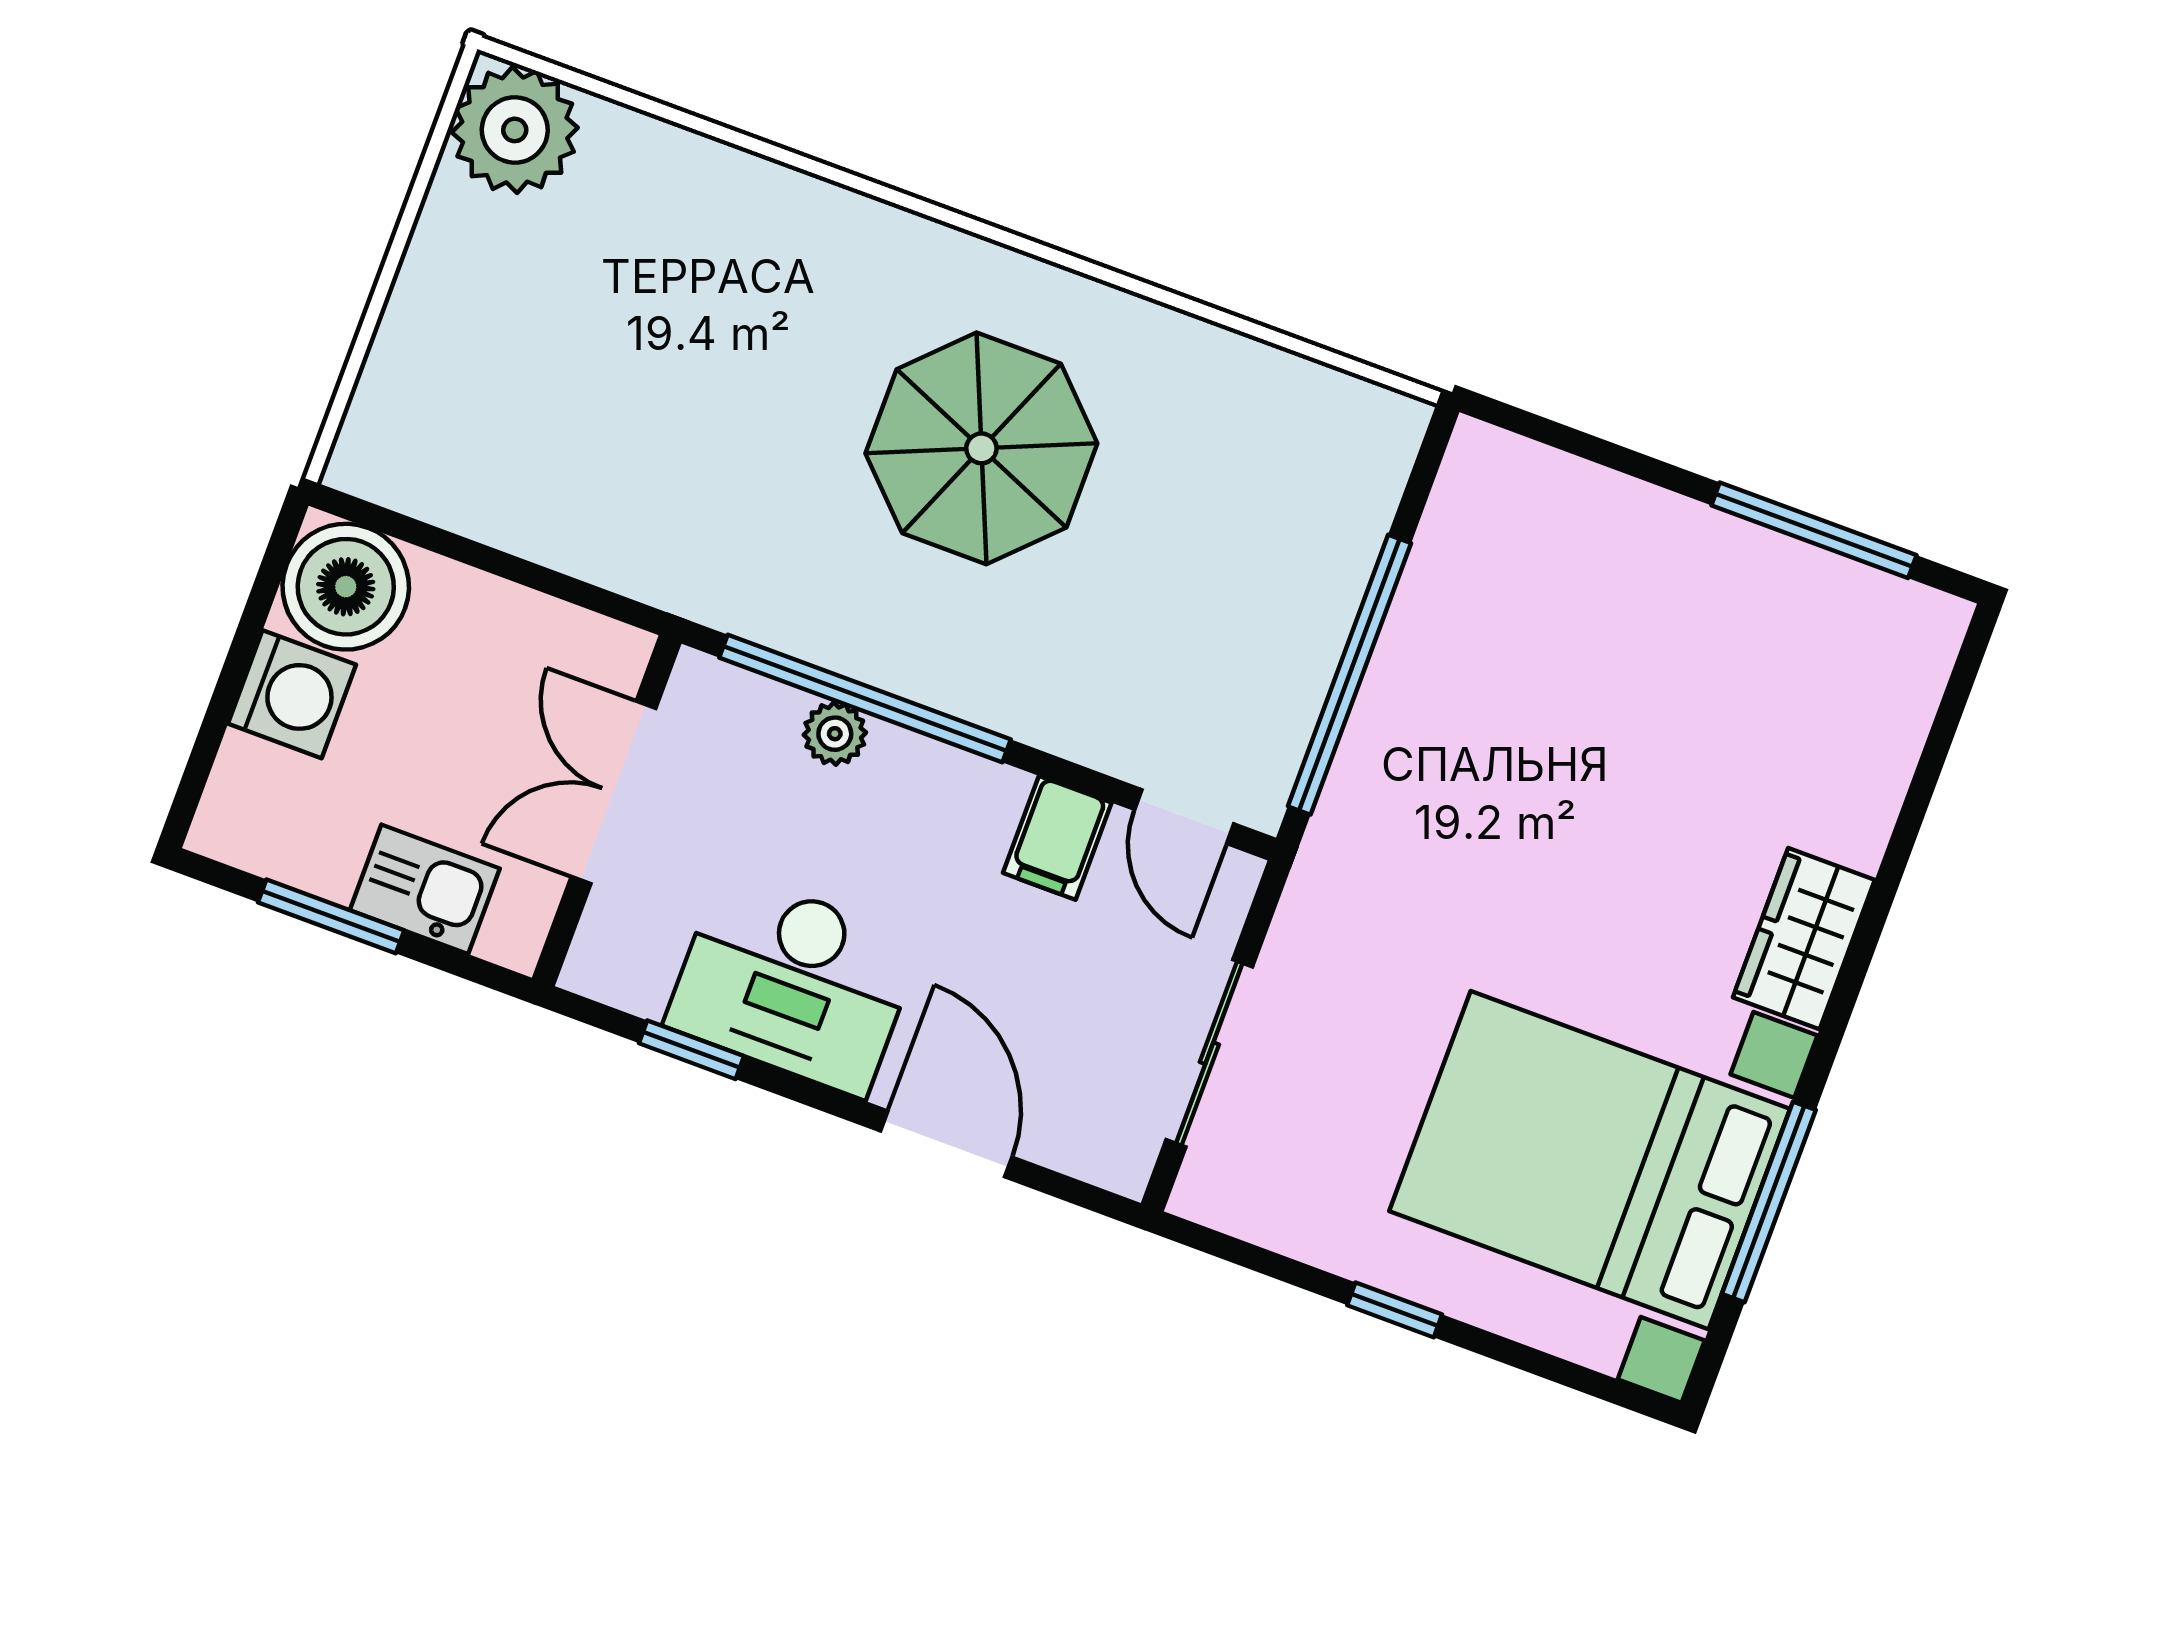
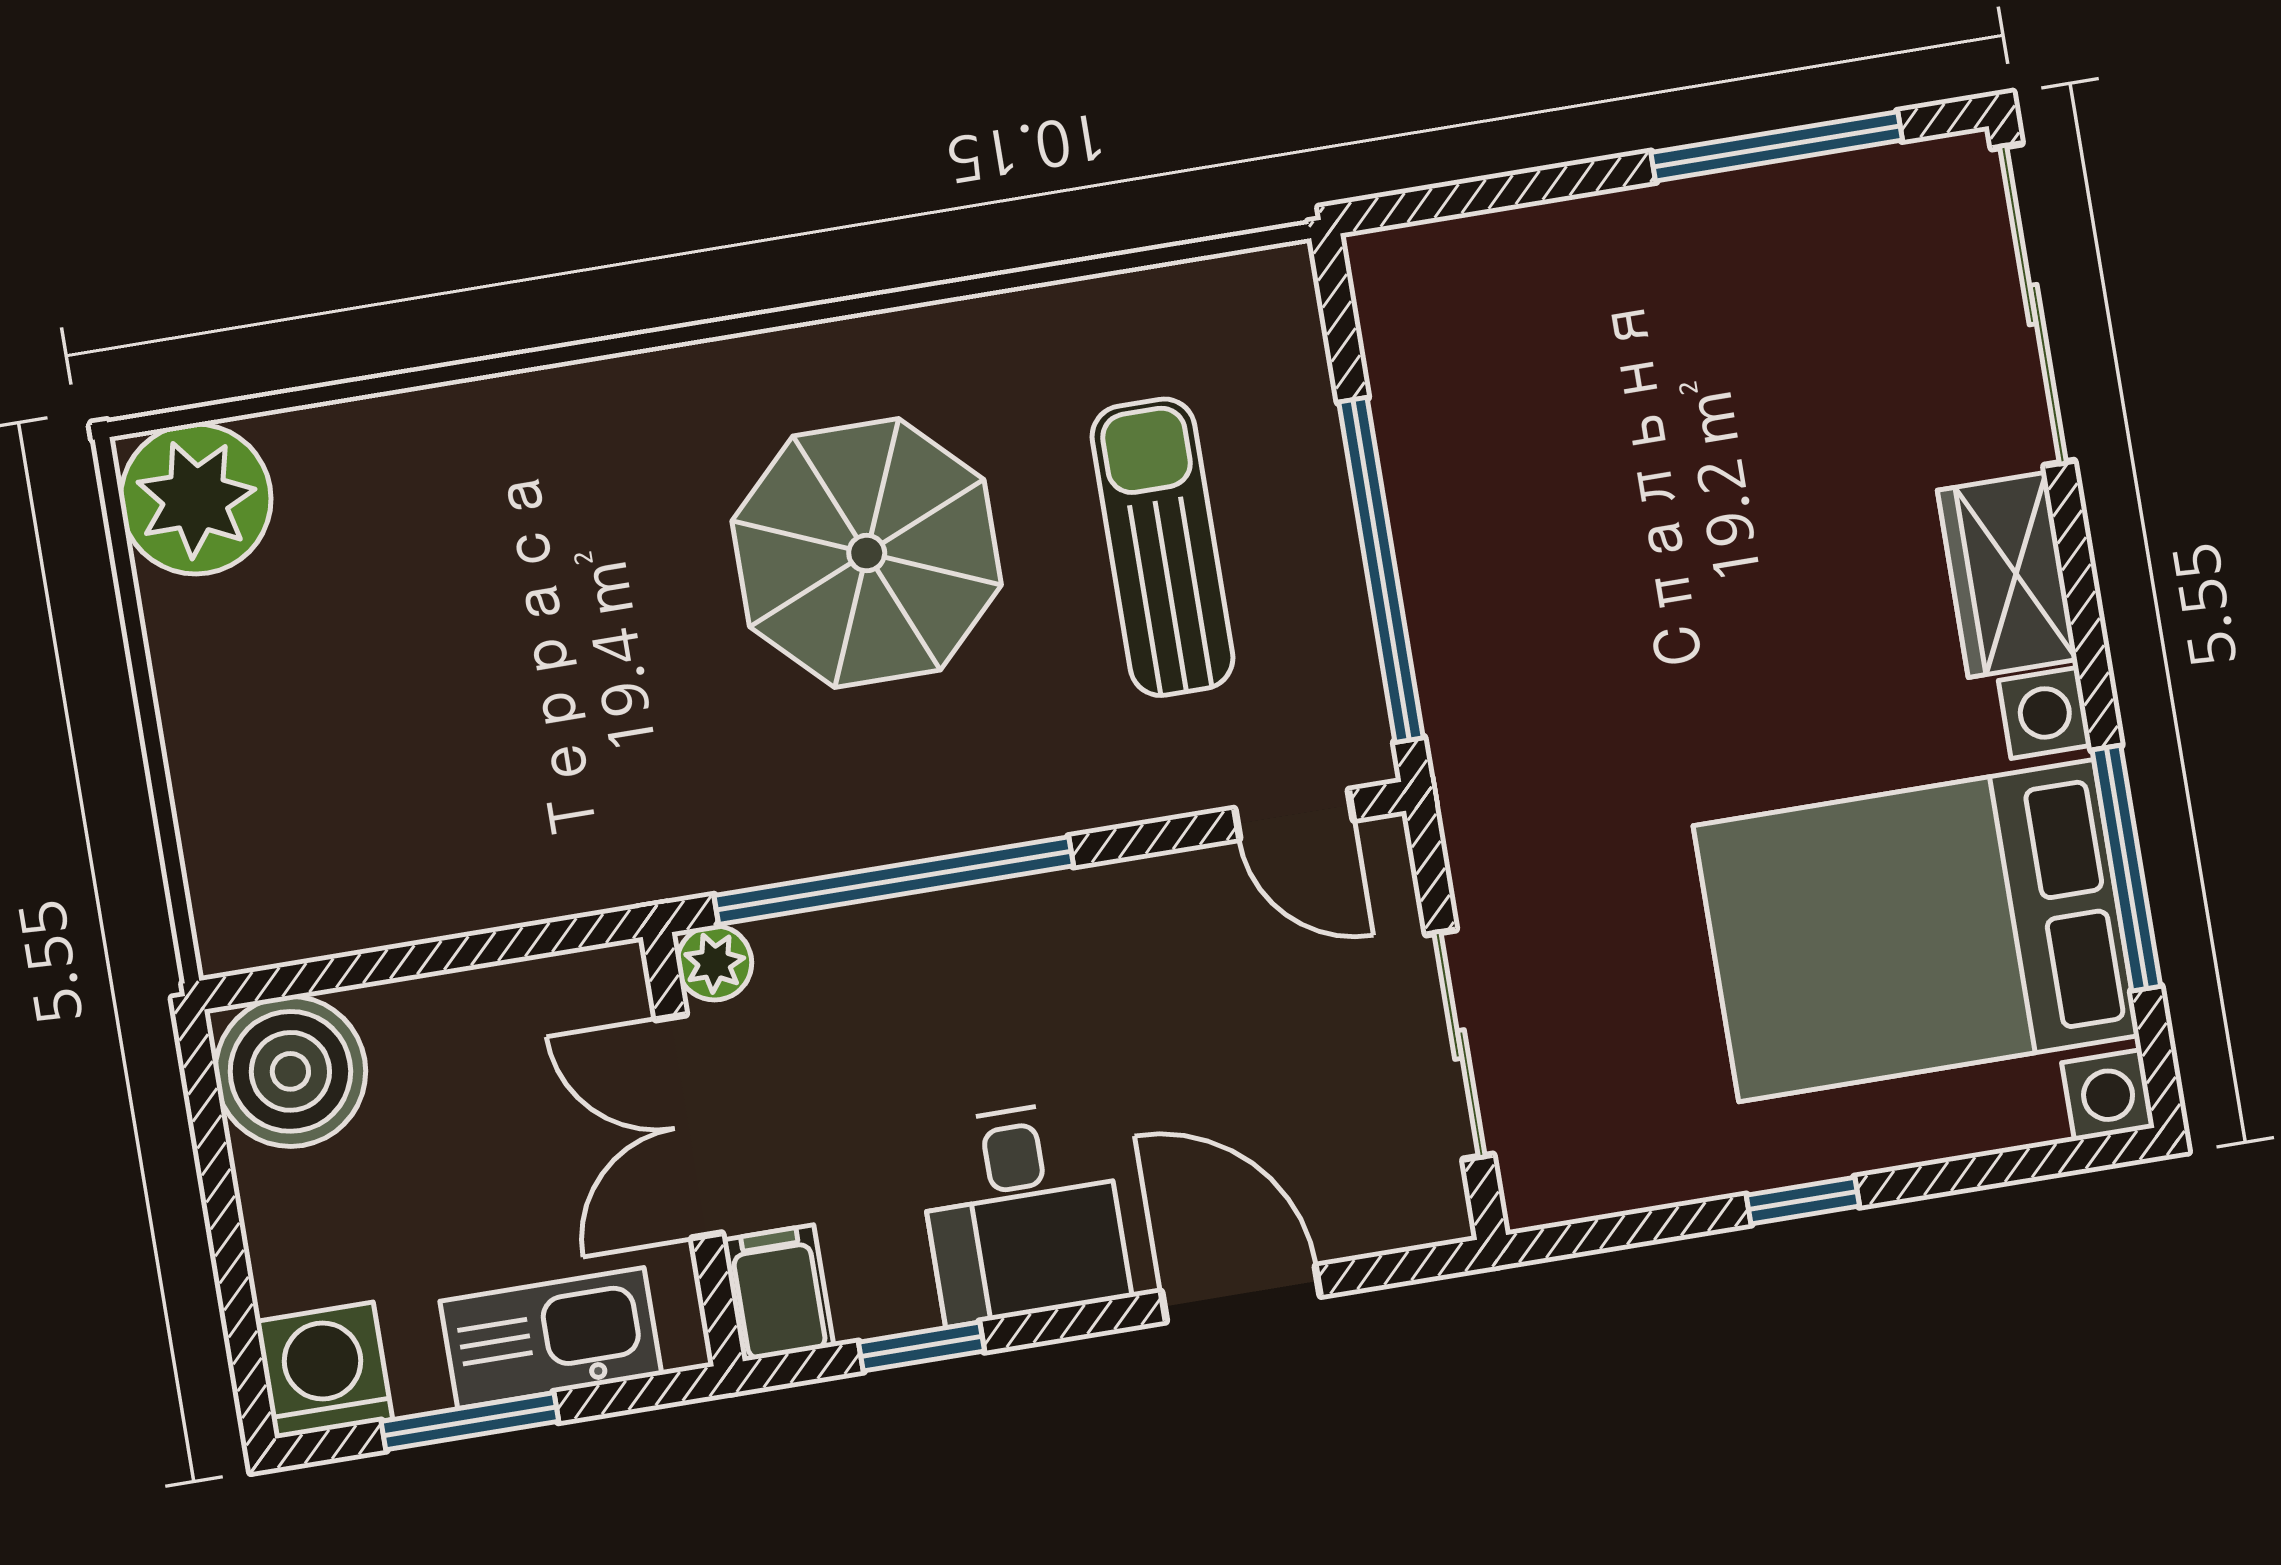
sun lounger: (1200, 567) -> (1163, 547), added
washing machine: (292, 694) -> (324, 1370), moved, turned -90
plant: (835, 734) -> (714, 963), moved
sliding door: (1935, 752) -> (2033, 305), added
filing cabinet: (1057, 838) -> (778, 1293), moved, turned 180
kitchen sink: (425, 889) -> (551, 1338), width x1.38
desk: (793, 983) -> (1022, 1212), width x0.73

